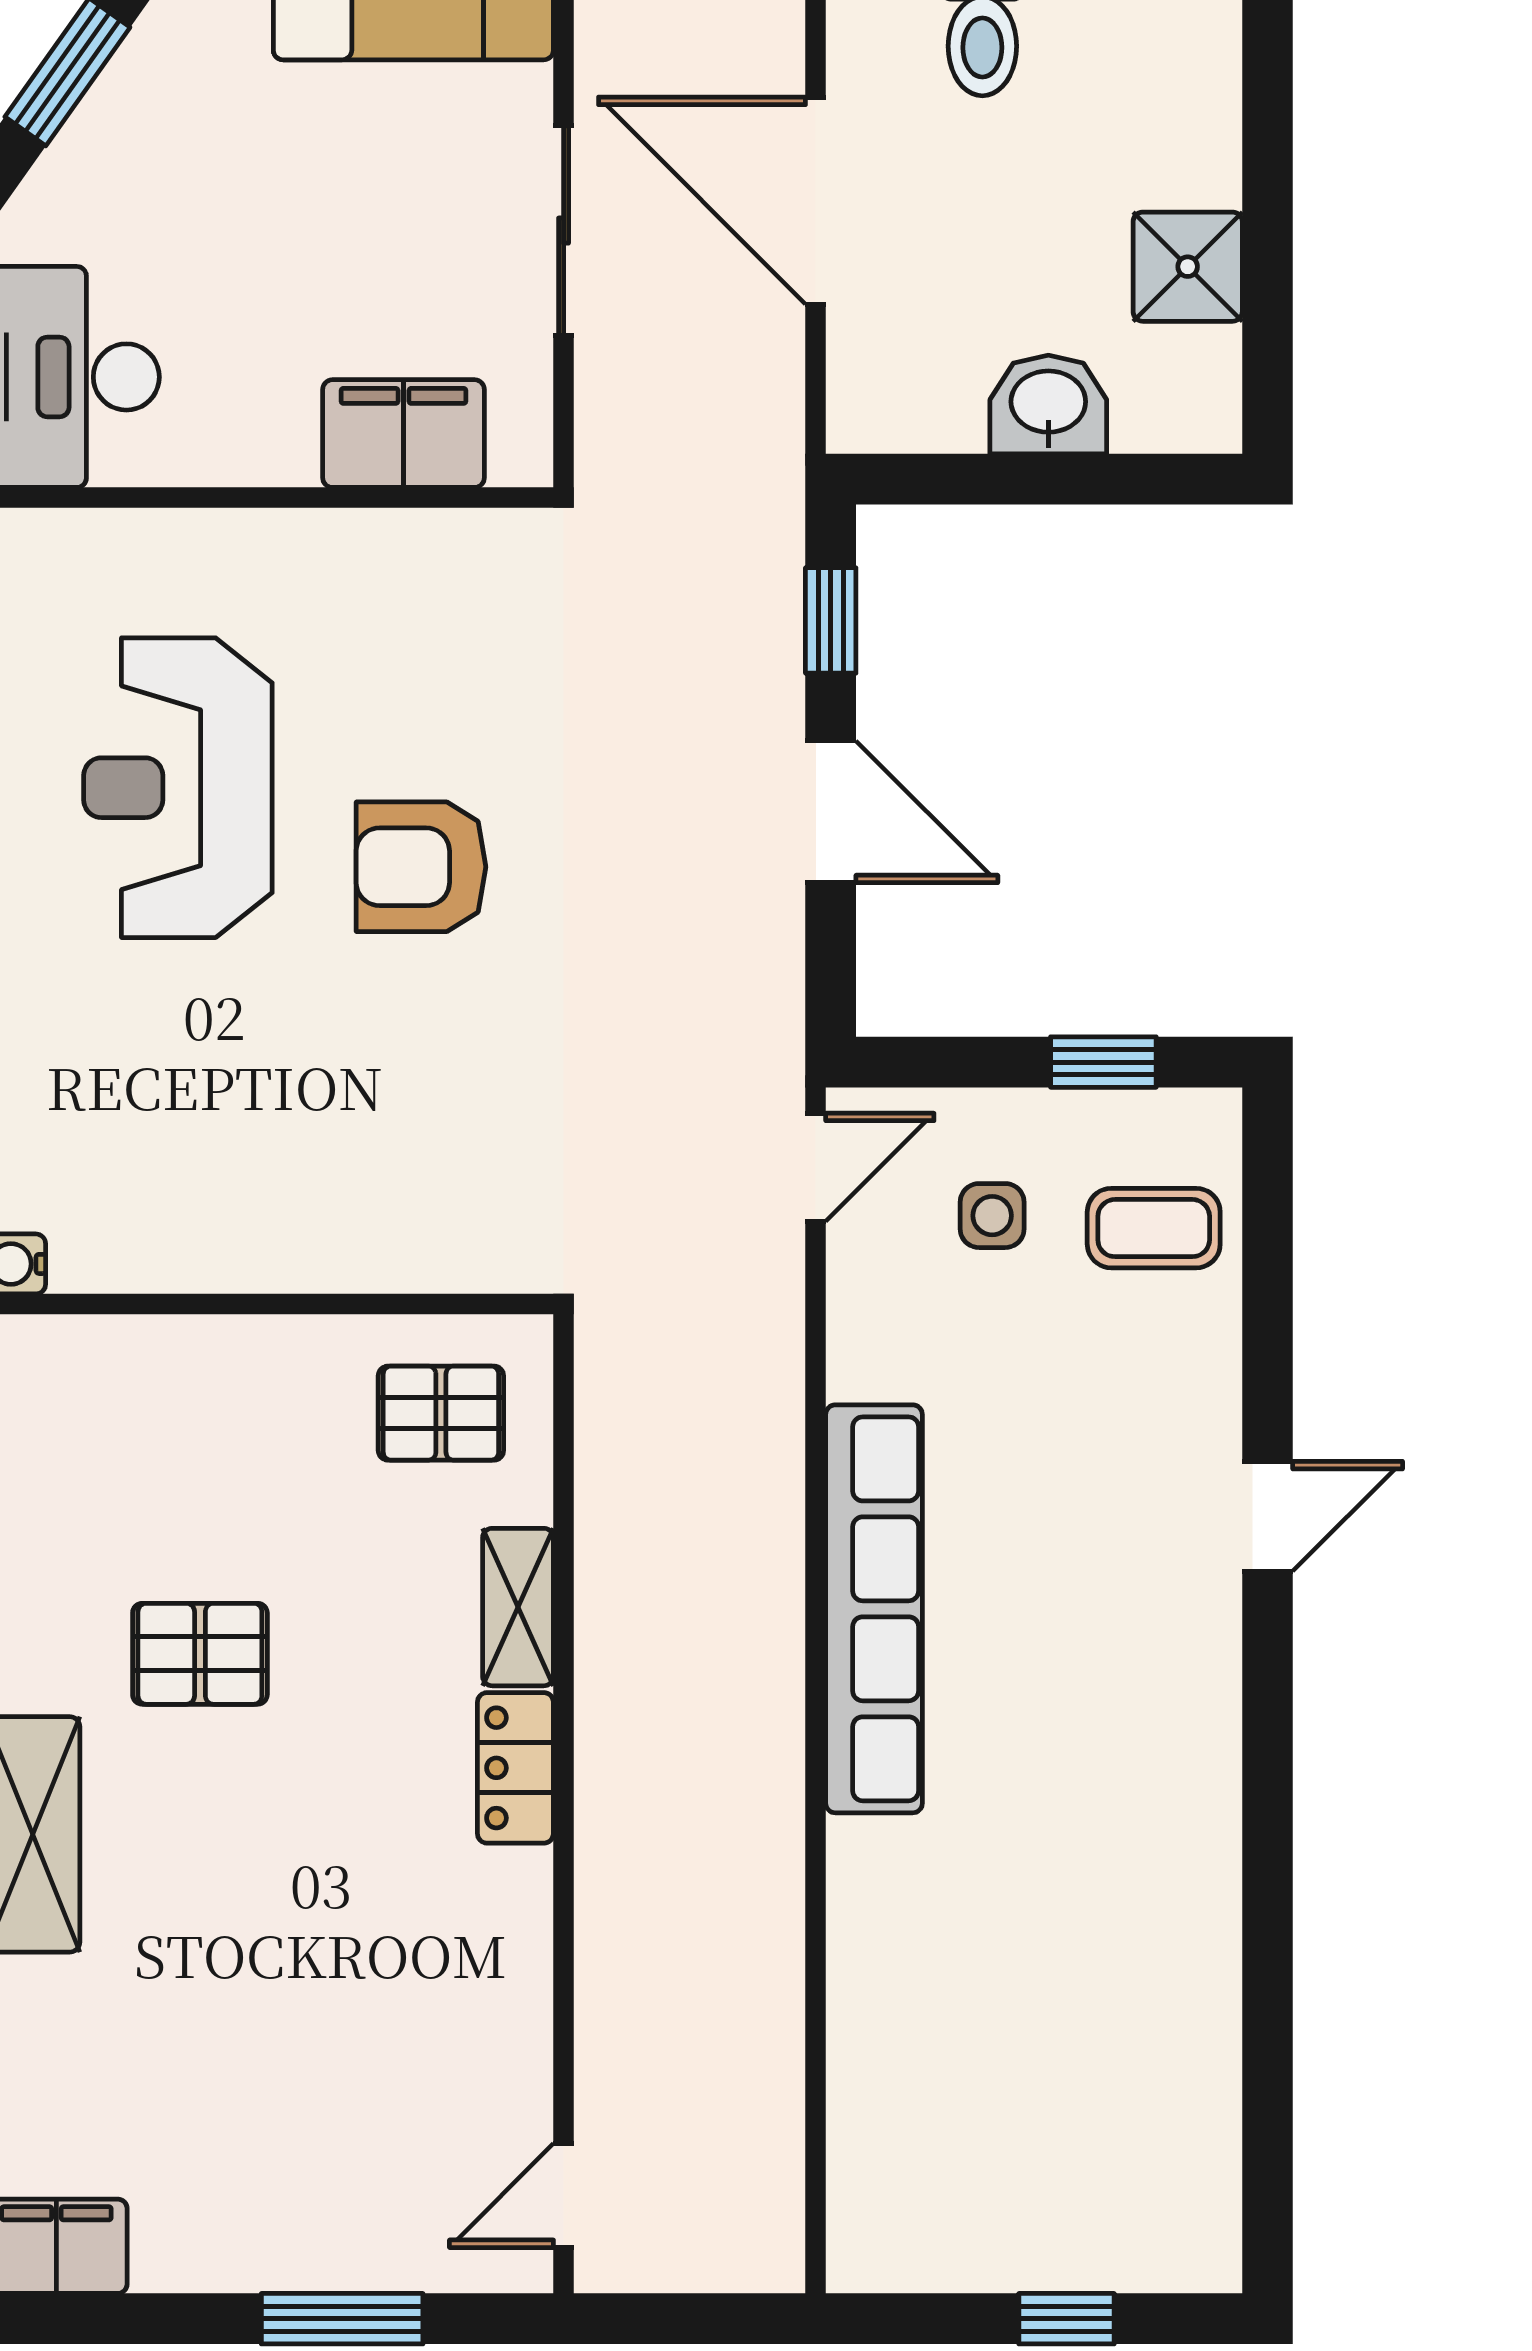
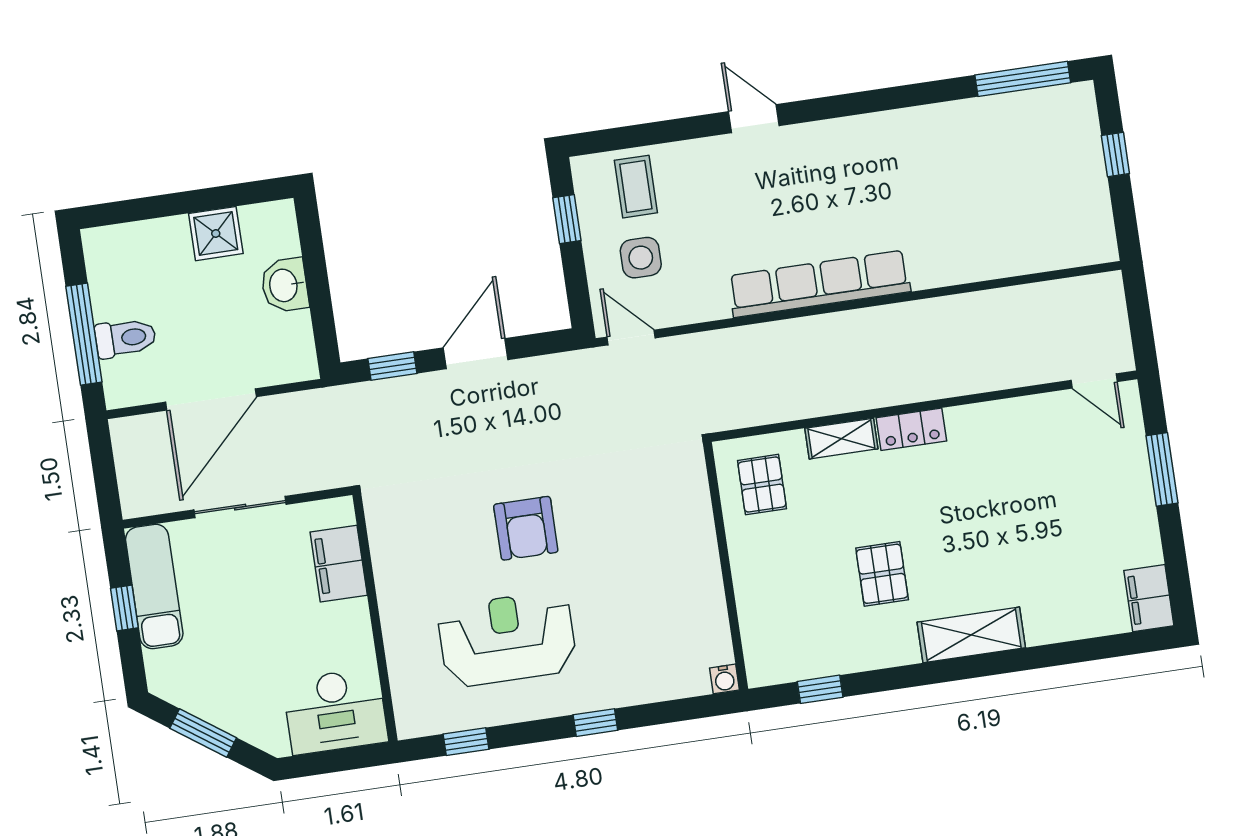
reception desk: (178, 788) -> (507, 639), turned 180
side table: (992, 1216) -> (641, 258), width x1.37, depth x1.37
window: (1267, 2135) -> (1023, 79), added

